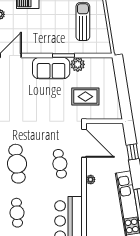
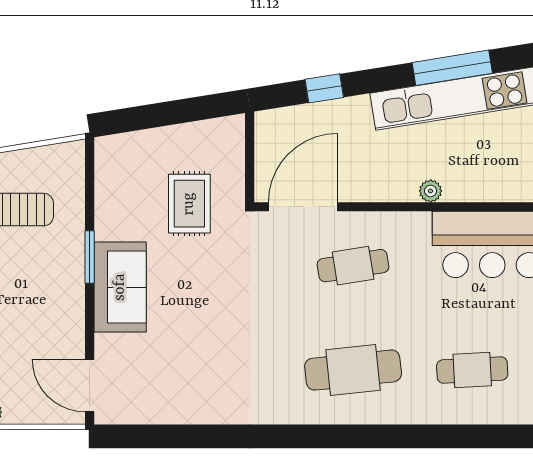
plant: (78, 64) -> (111, 222), removed
plant: (91, 180) -> (431, 191), moved

